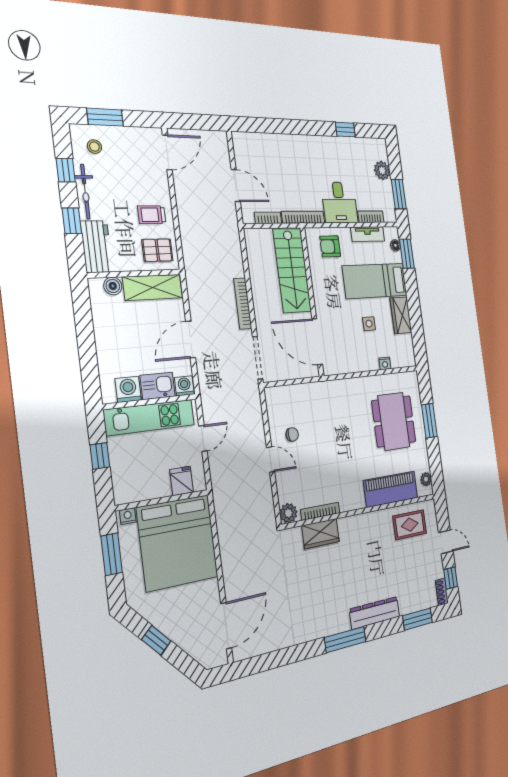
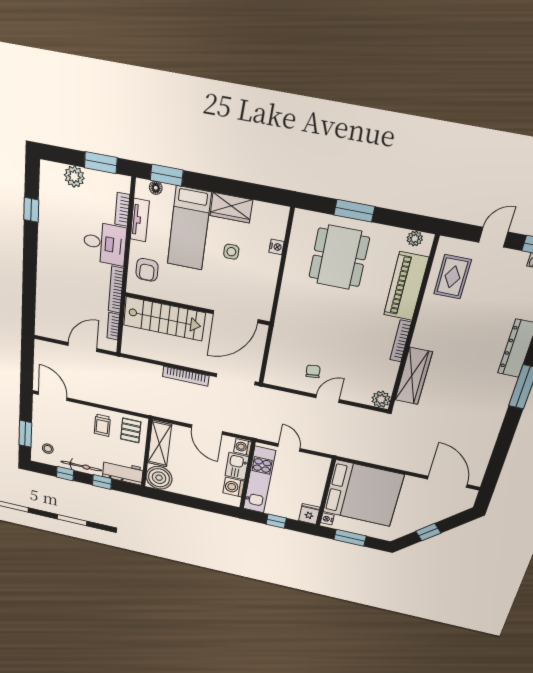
boiler: (113, 286) -> (159, 478), width x1.86, depth x1.86
dining table: (394, 421) -> (339, 258), turned 90
fridge: (182, 481) -> (309, 514), moved, turned 90
bookcase: (320, 511) -> (401, 341), moved
wardrobe: (321, 534) -> (413, 376), width x1.50

